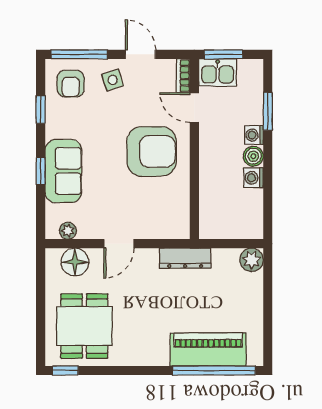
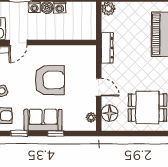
armchair: (152, 151) -> (50, 80), moved, turned 90
sofa: (63, 171) -> (43, 120), moved

